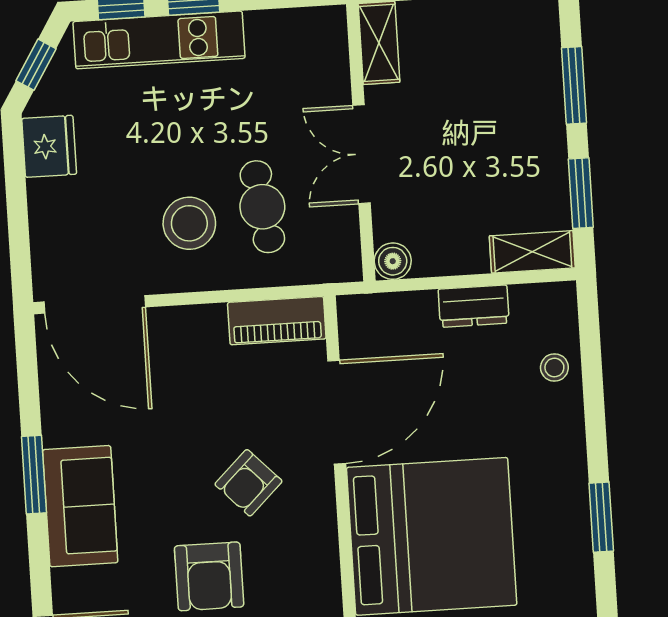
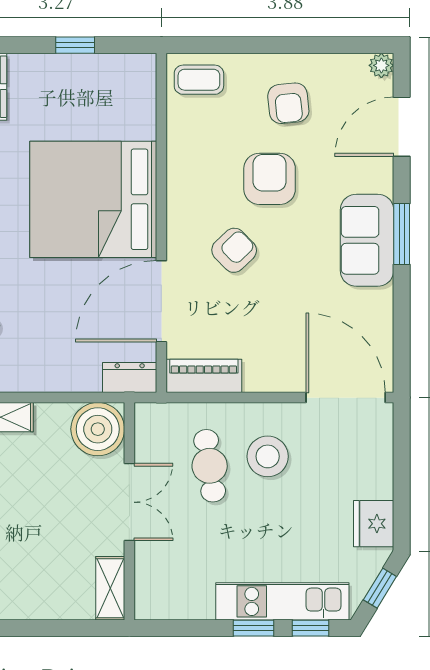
boiler: (393, 261) -> (98, 429), width x1.86, depth x1.86
dresser: (474, 306) -> (130, 378), moved
window: (34, 475) -> (402, 234), moved

